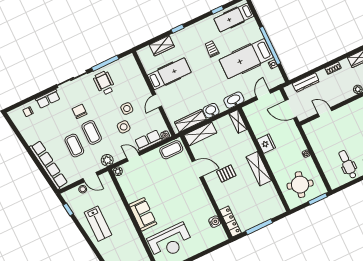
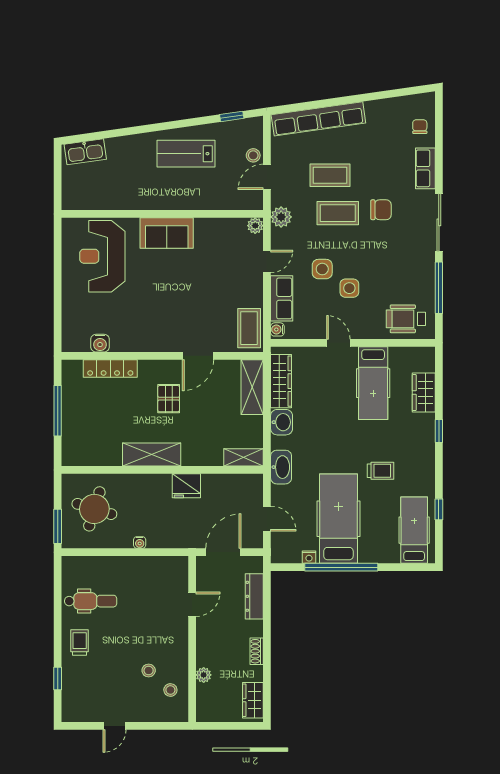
wheelchair: (104, 83) -> (406, 319), moved, turned 180
locker: (230, 221) -> (110, 369), moved

